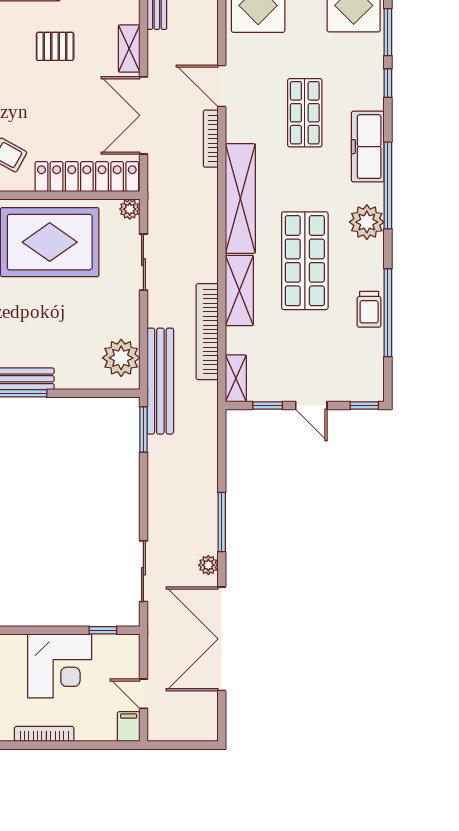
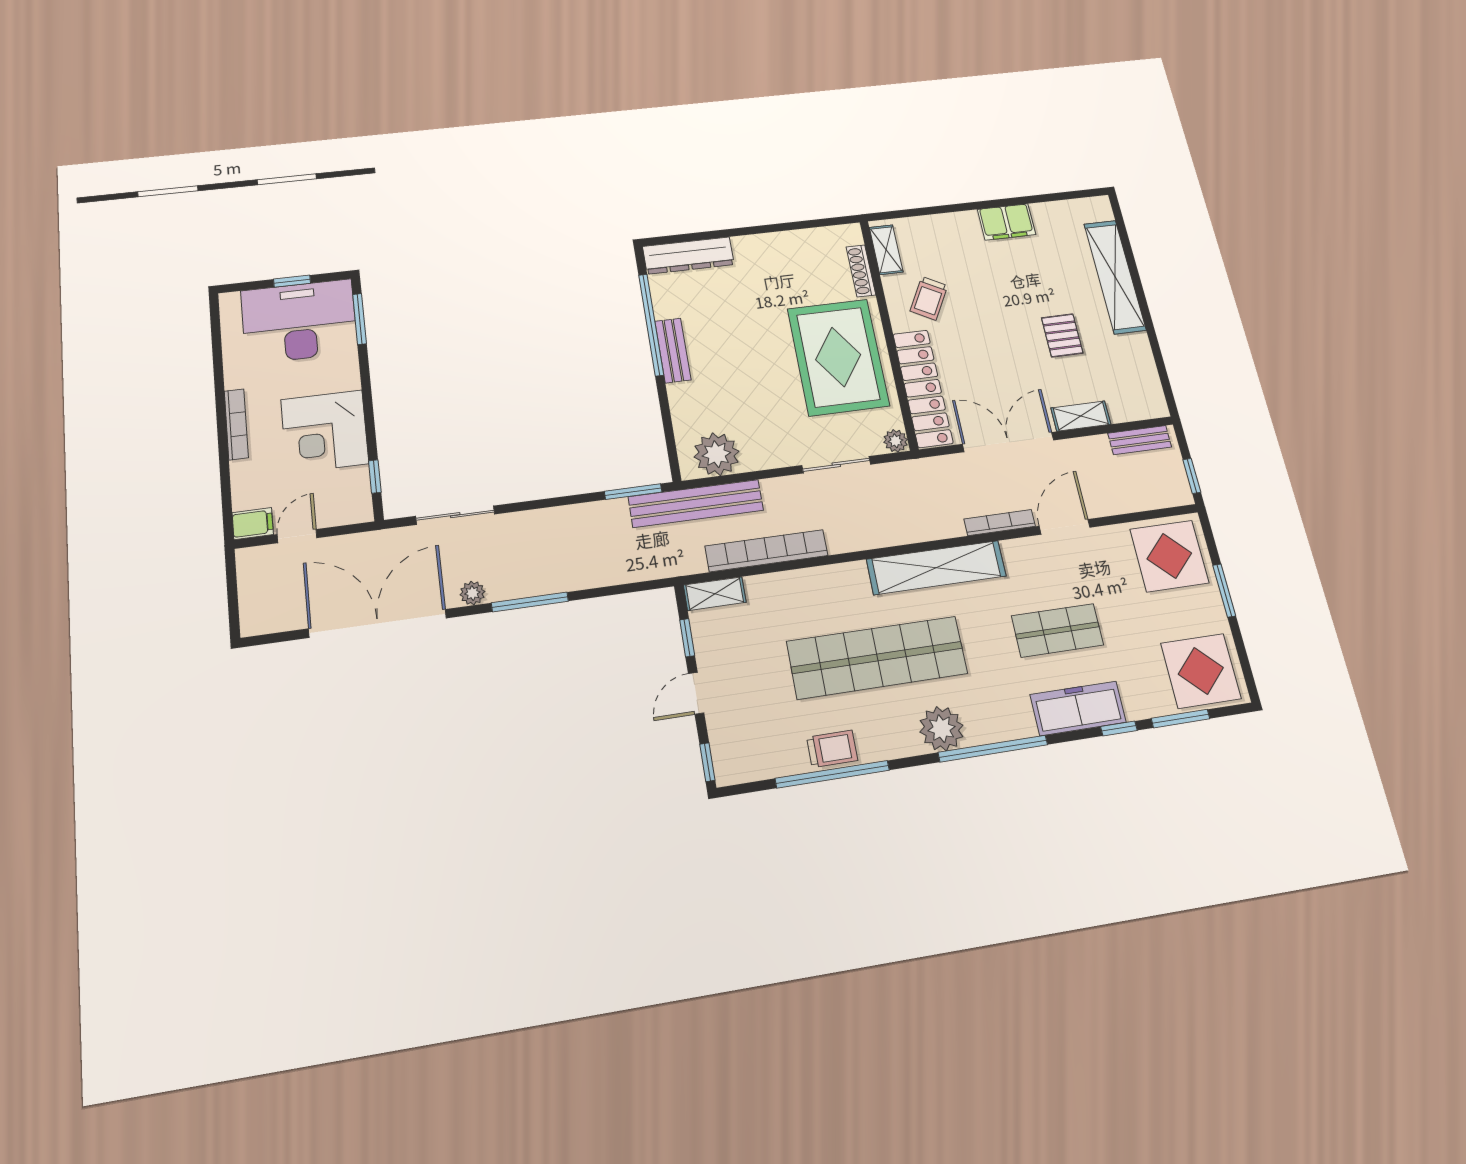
freezer: (368, 147) -> (1078, 708), moved
shop shelf: (305, 261) -> (877, 658), width x1.40
shelving: (239, 290) -> (824, 582), removed
trolley: (369, 309) -> (832, 749), turned 180

